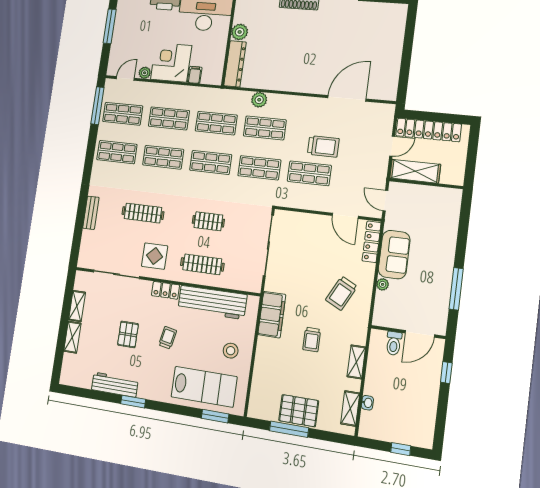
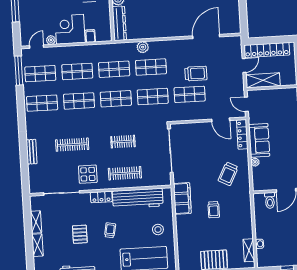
shelving: (356, 362) -> (247, 218), removed

